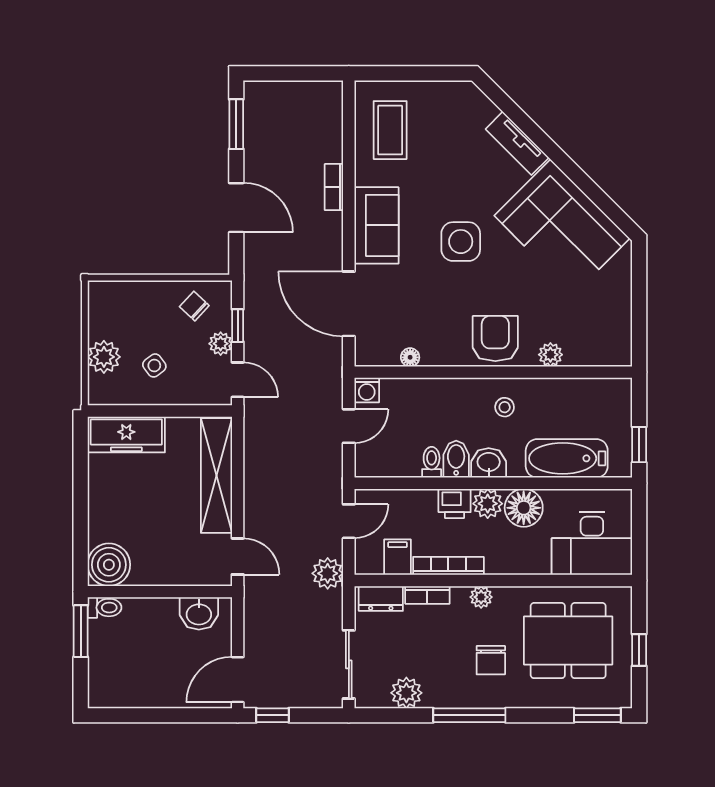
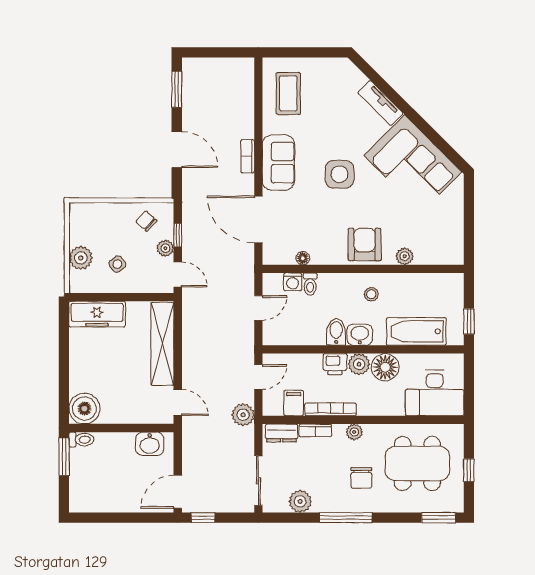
bookcase: (334, 187) -> (248, 156), moved
washing machine: (367, 390) -> (293, 282), moved
toilet: (432, 462) -> (310, 284), moved, turned 180

